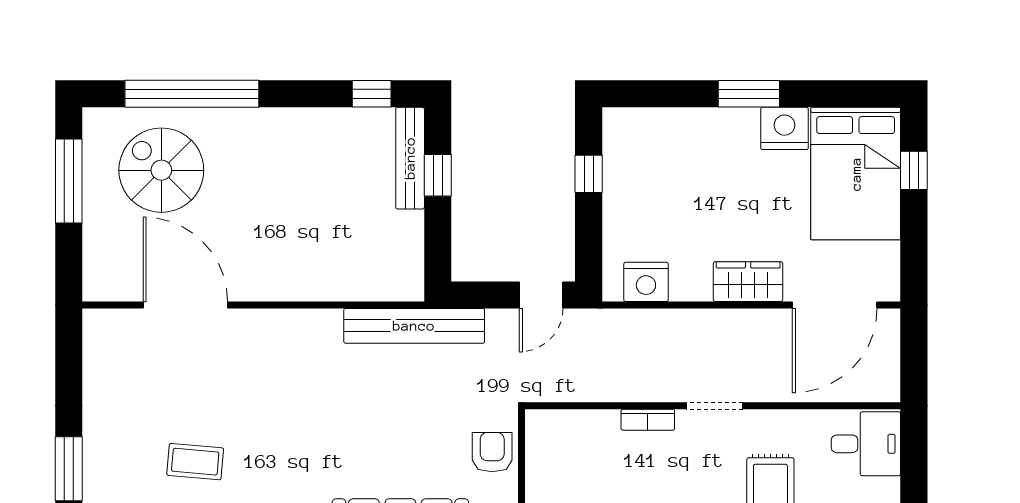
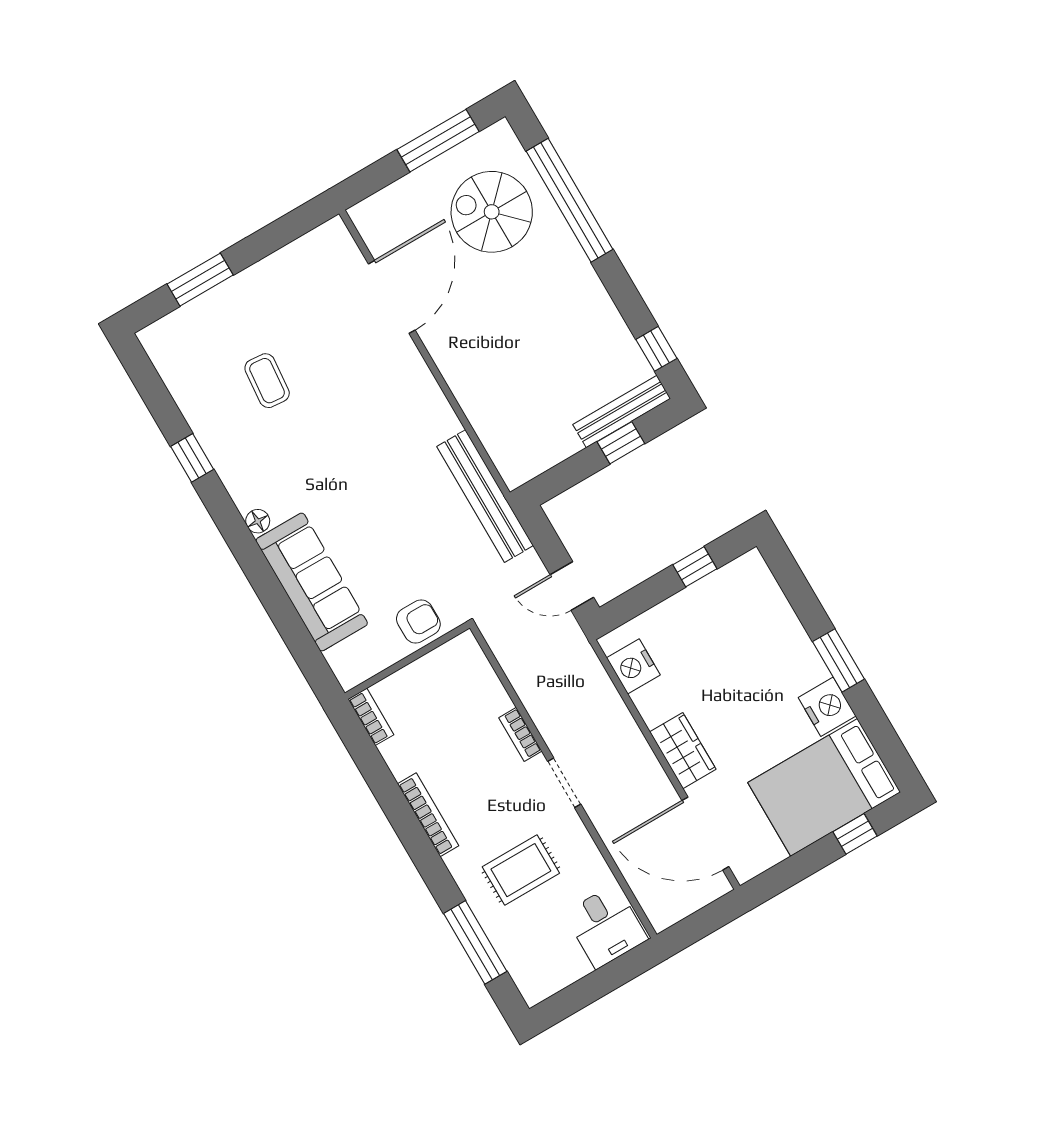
spiral stairs: (161, 170) -> (492, 212), turned -90

